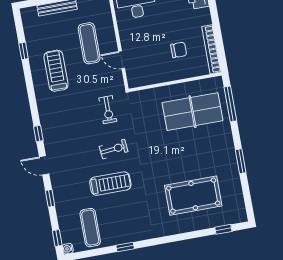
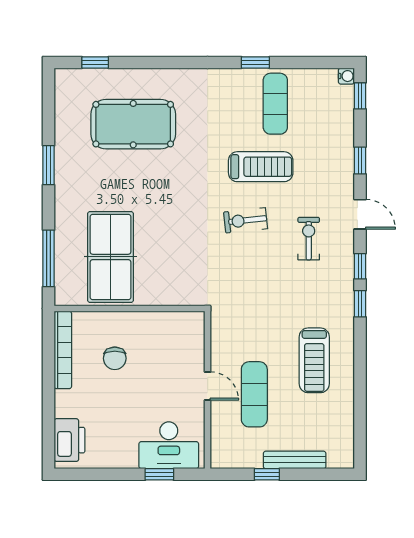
chair: (179, 50) -> (115, 358), turned -90
window: (24, 51) -> (360, 304), moved
door: (122, 60) -> (208, 386), moved
exercise bike: (108, 110) -> (309, 239), moved
table tennis table: (192, 112) -> (111, 257), turned 90
treadmill: (110, 184) -> (261, 167), turned 180
exercise mat: (90, 228) -> (275, 104), moved

